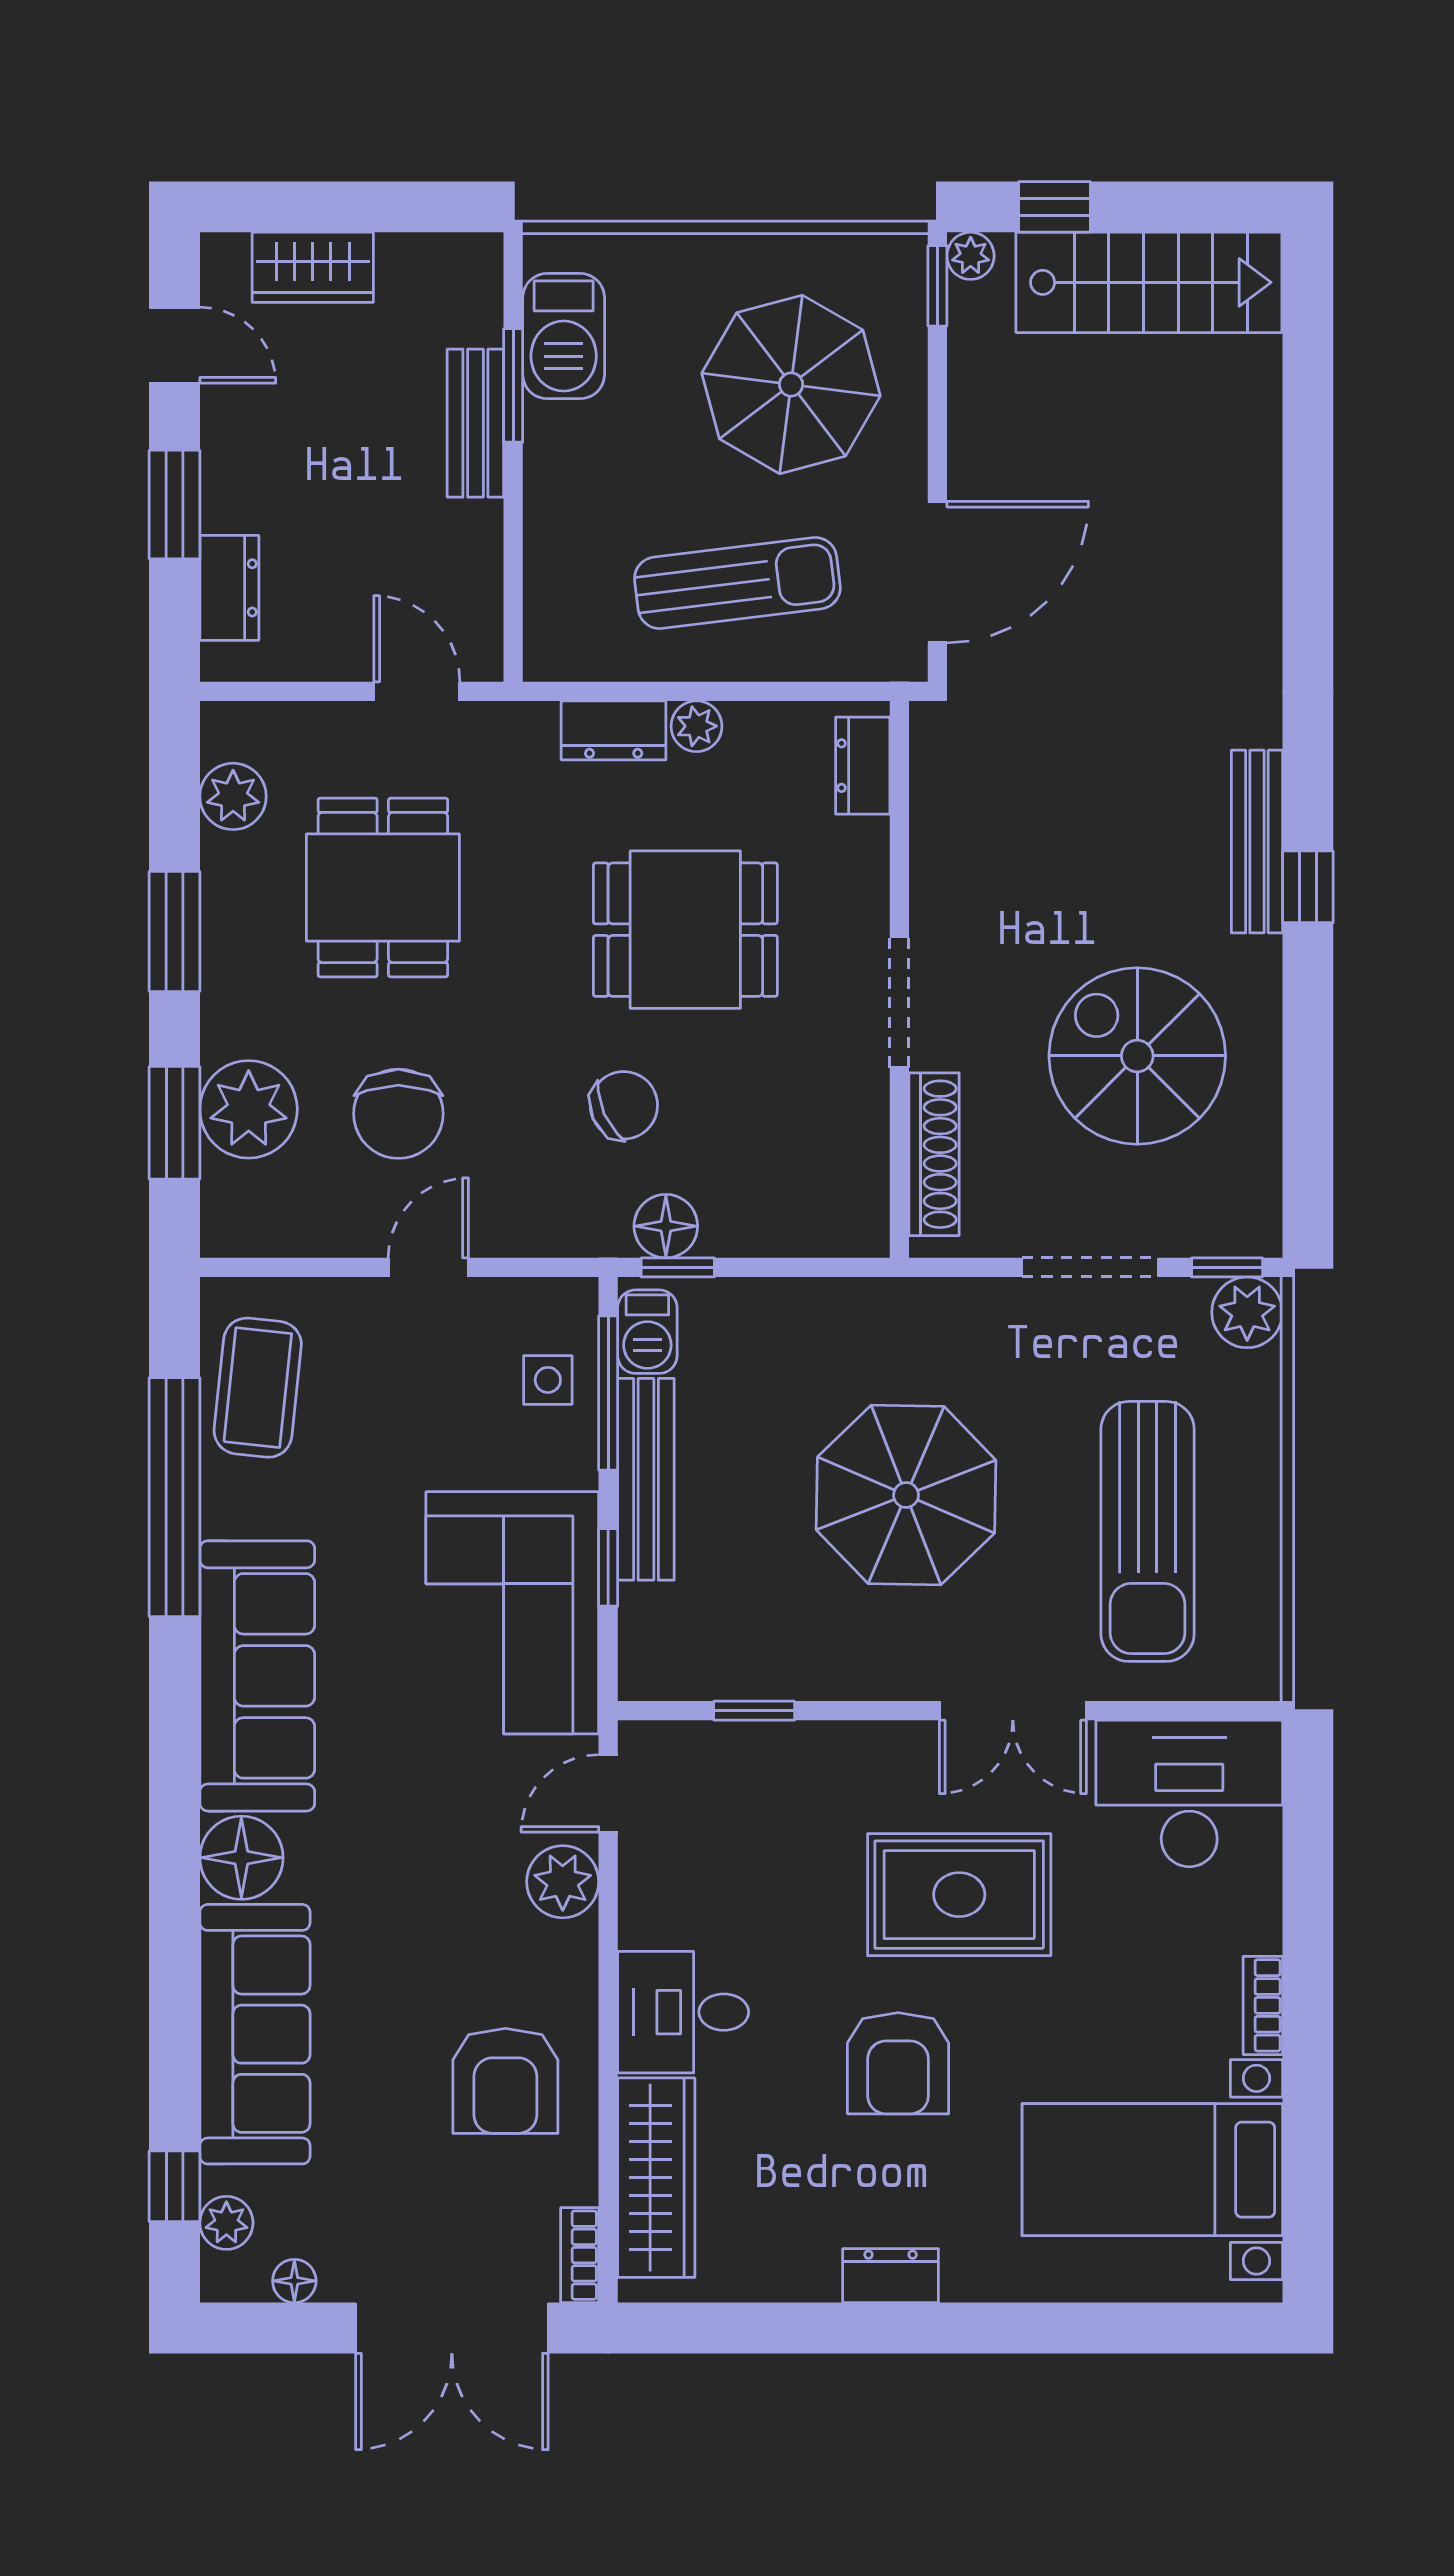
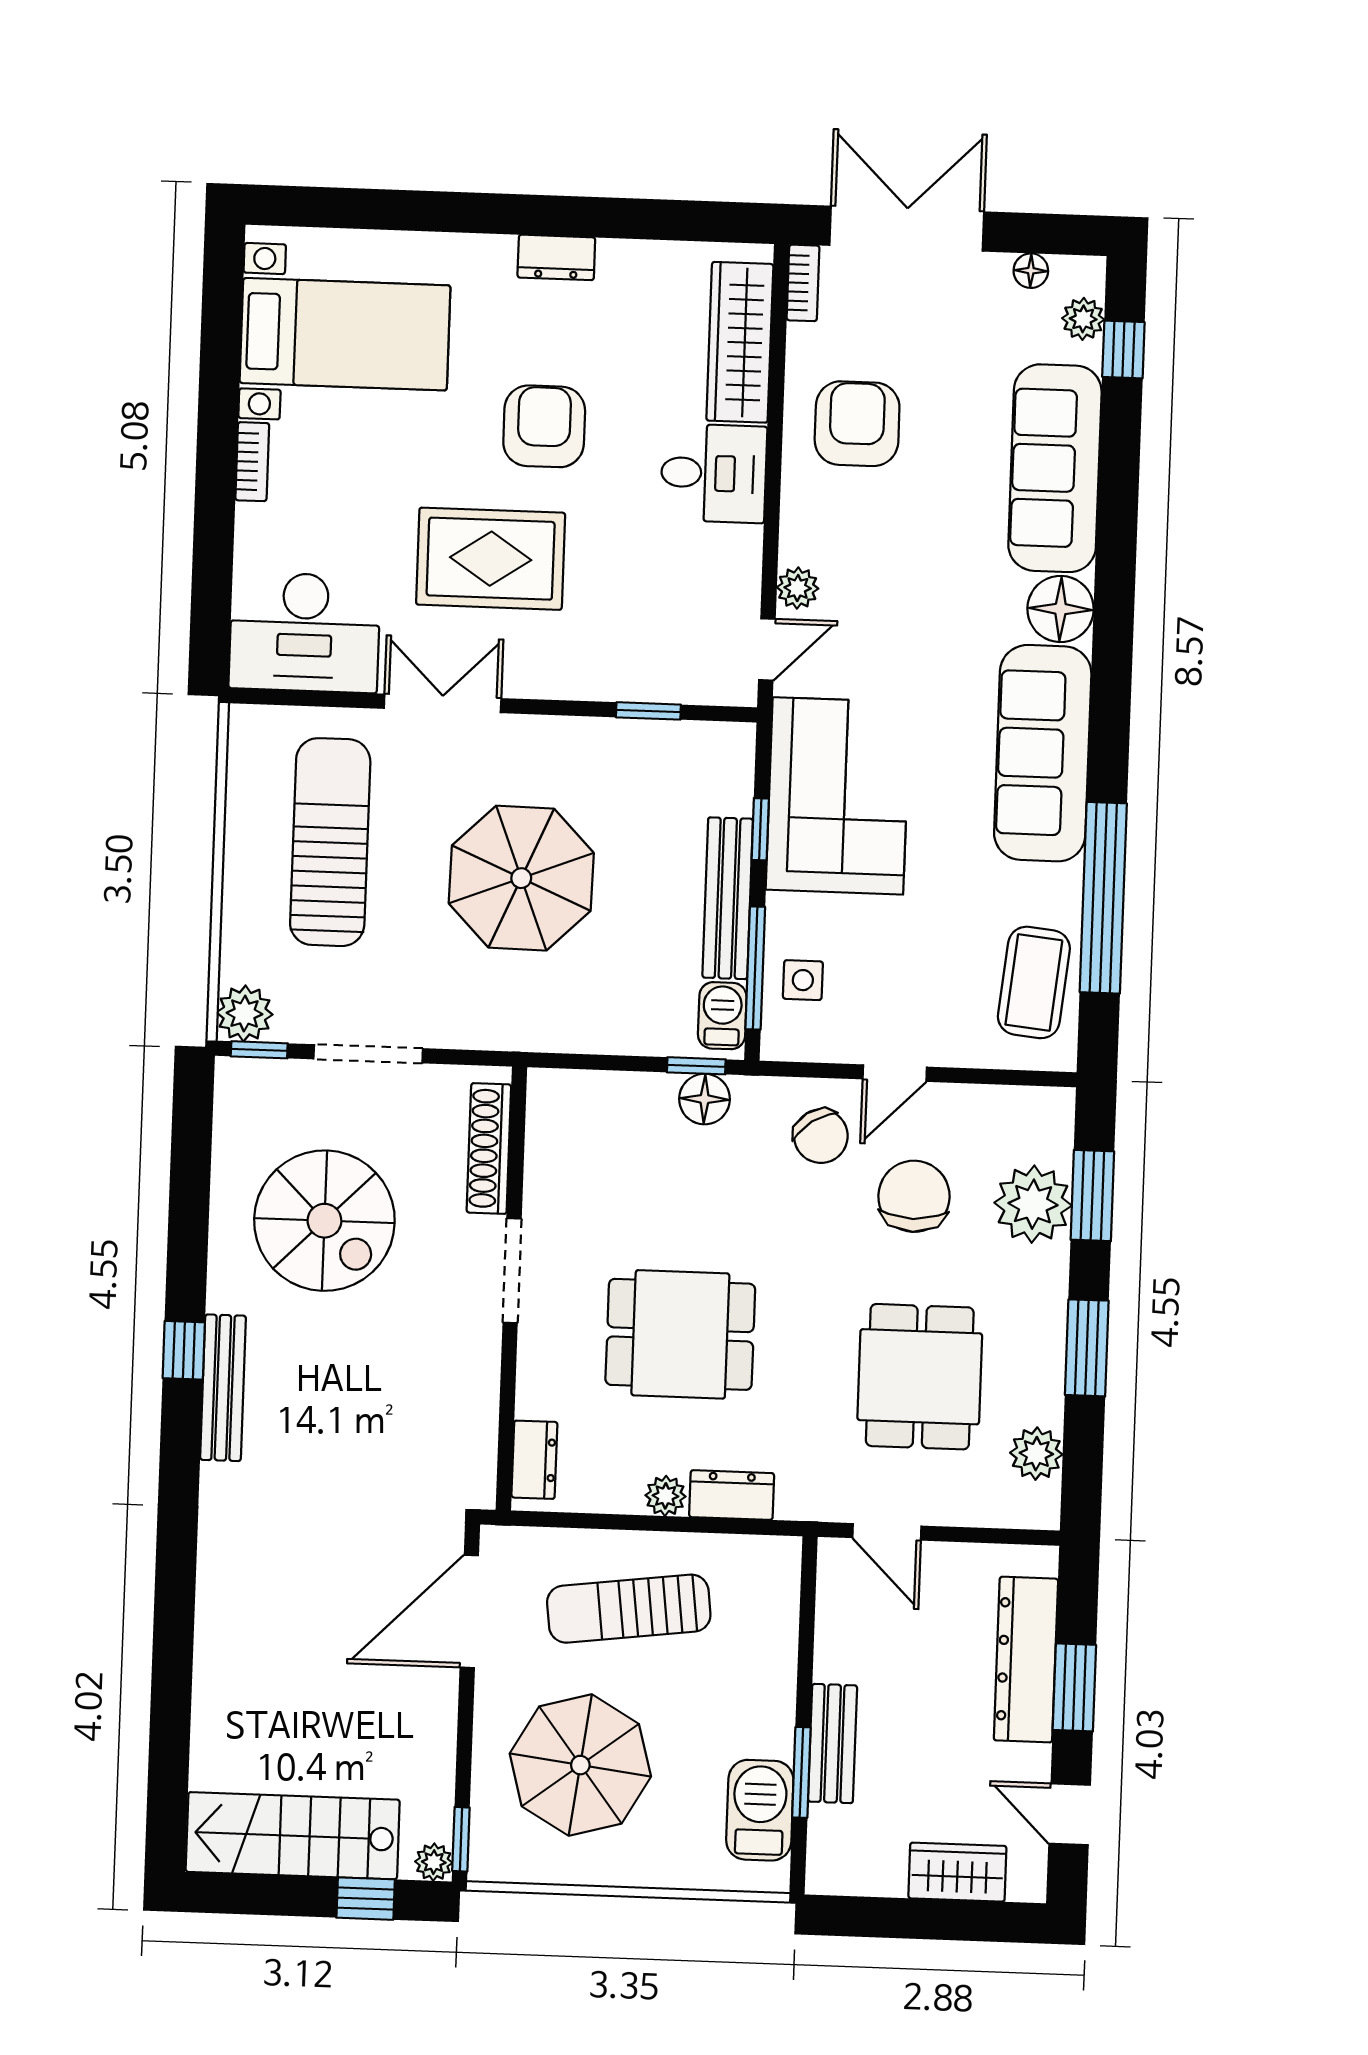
dresser: (229, 588) -> (1026, 1660), width x1.96, depth x1.24
chair: (624, 1105) -> (821, 1136), moved, turned -100
plant: (563, 1882) -> (798, 588), width x0.73, depth x0.73

